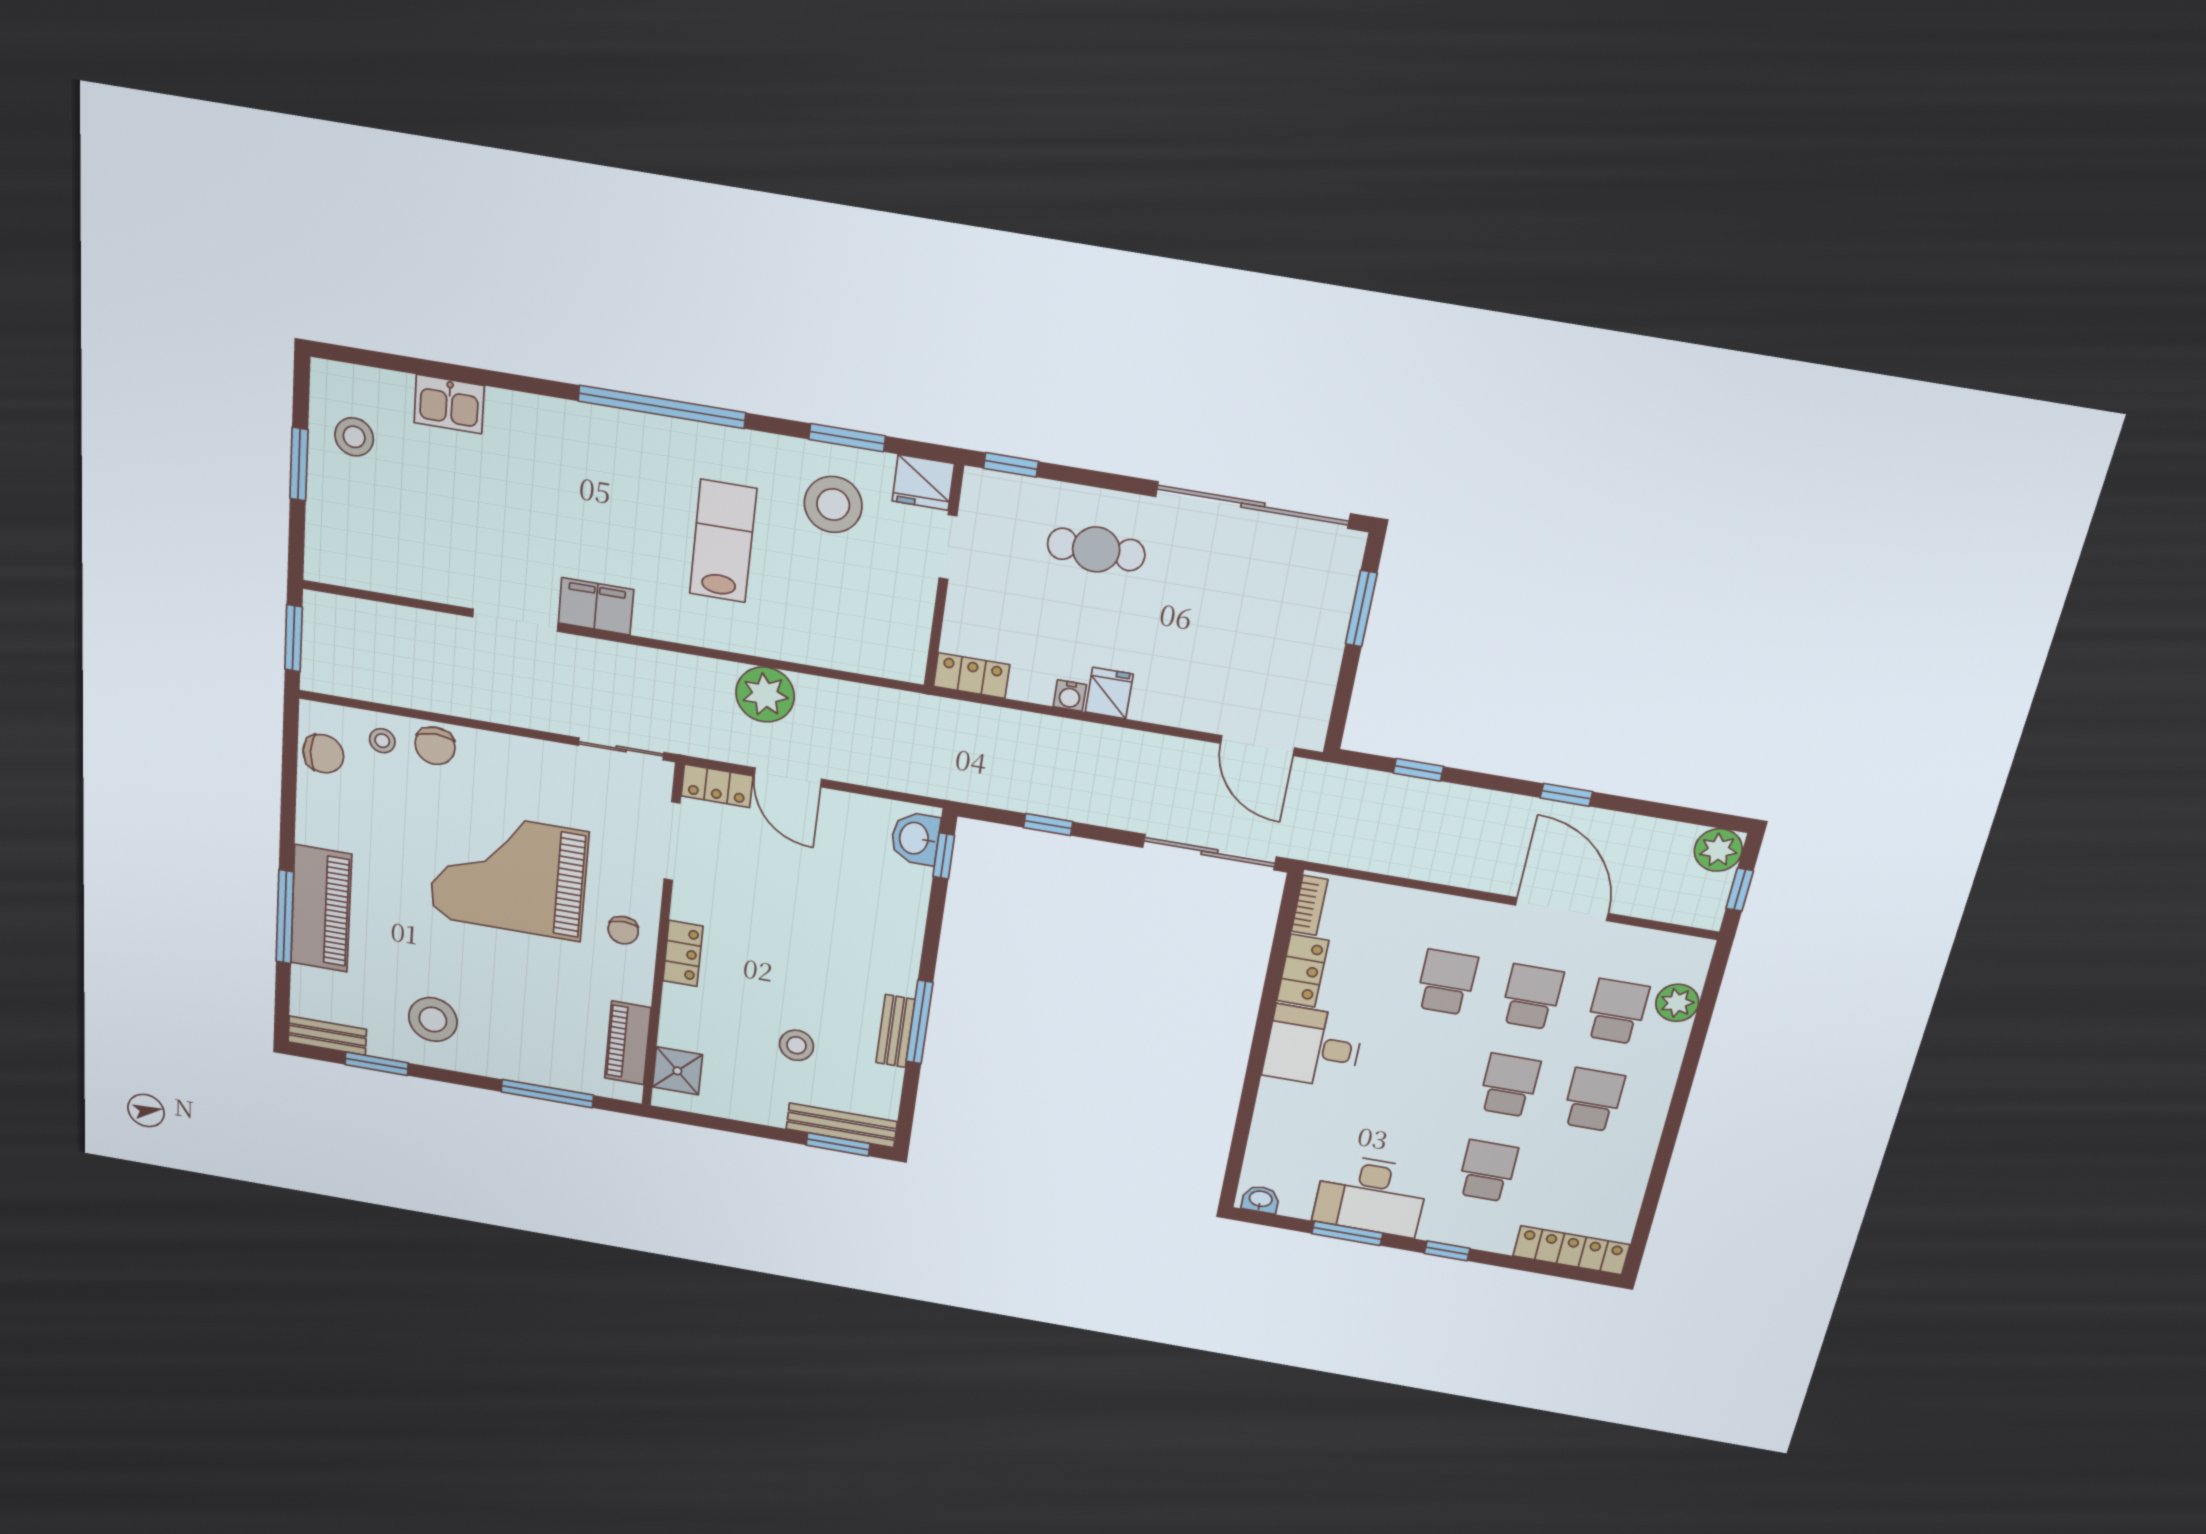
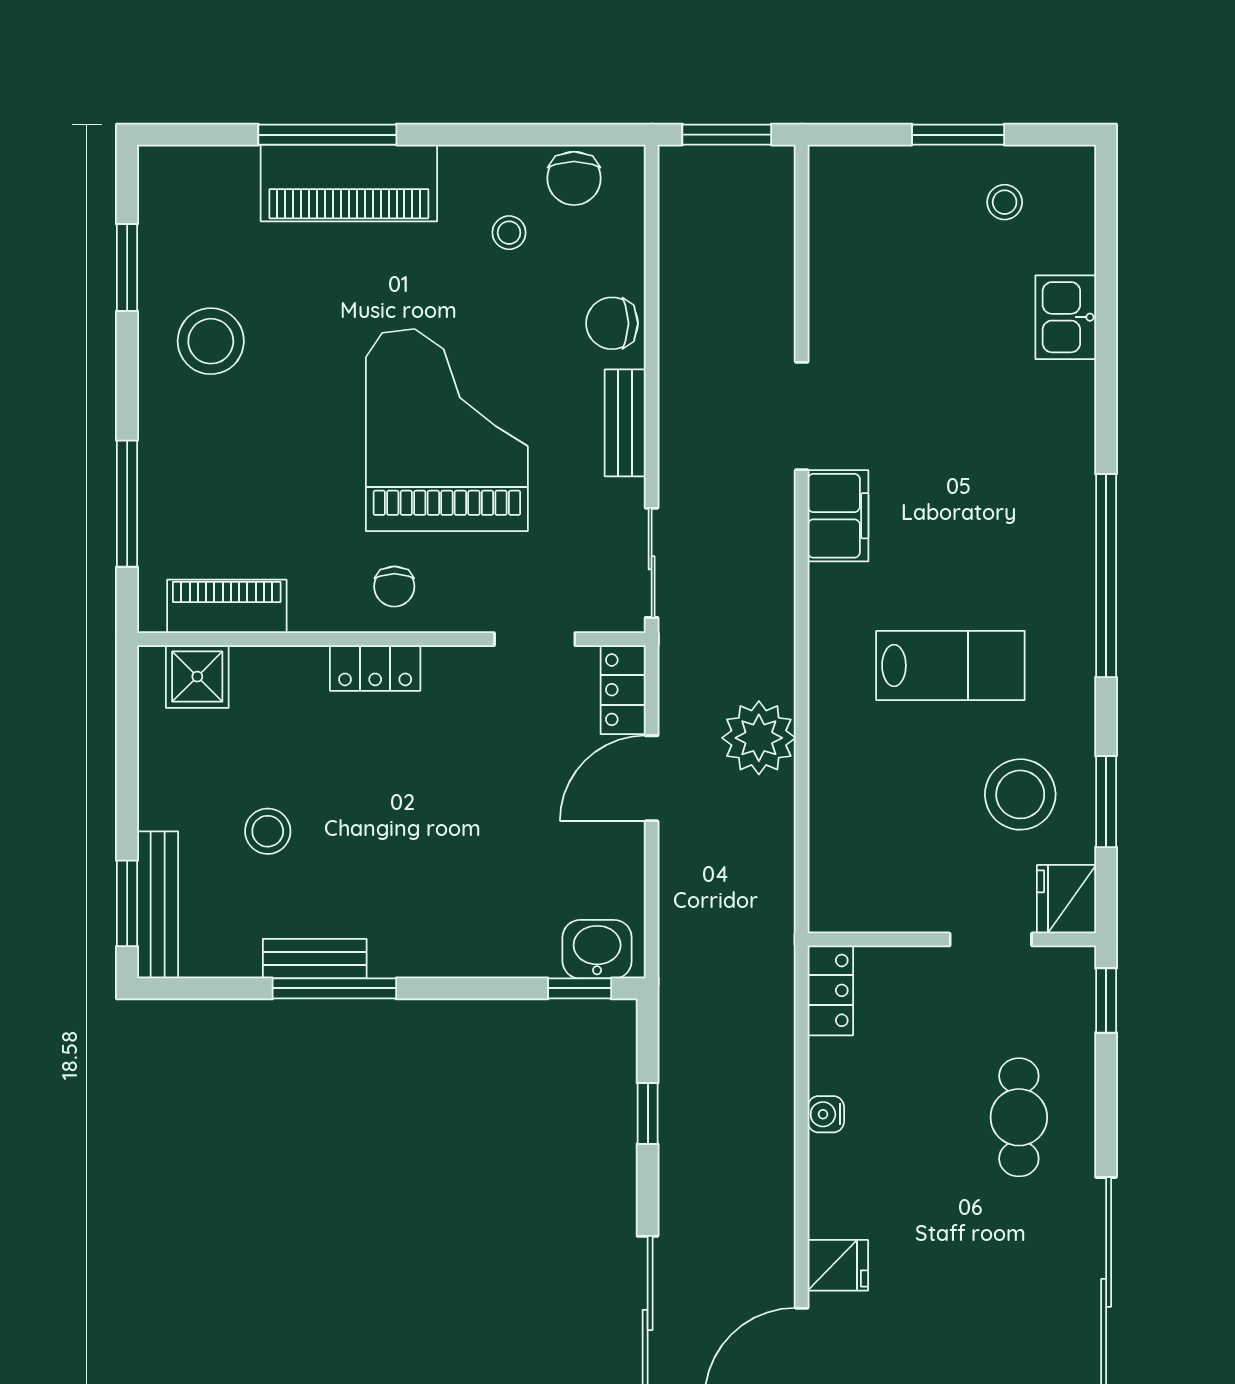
stool: (354, 437) -> (1005, 202), width x0.73, depth x0.73
fridge: (1109, 693) -> (838, 1265), moved
stool: (382, 741) -> (509, 233), moved
doorway: (672, 841) -> (535, 639), width x0.73
chair: (623, 930) -> (394, 586), turned -90
bench: (327, 1036) -> (625, 423), moved

